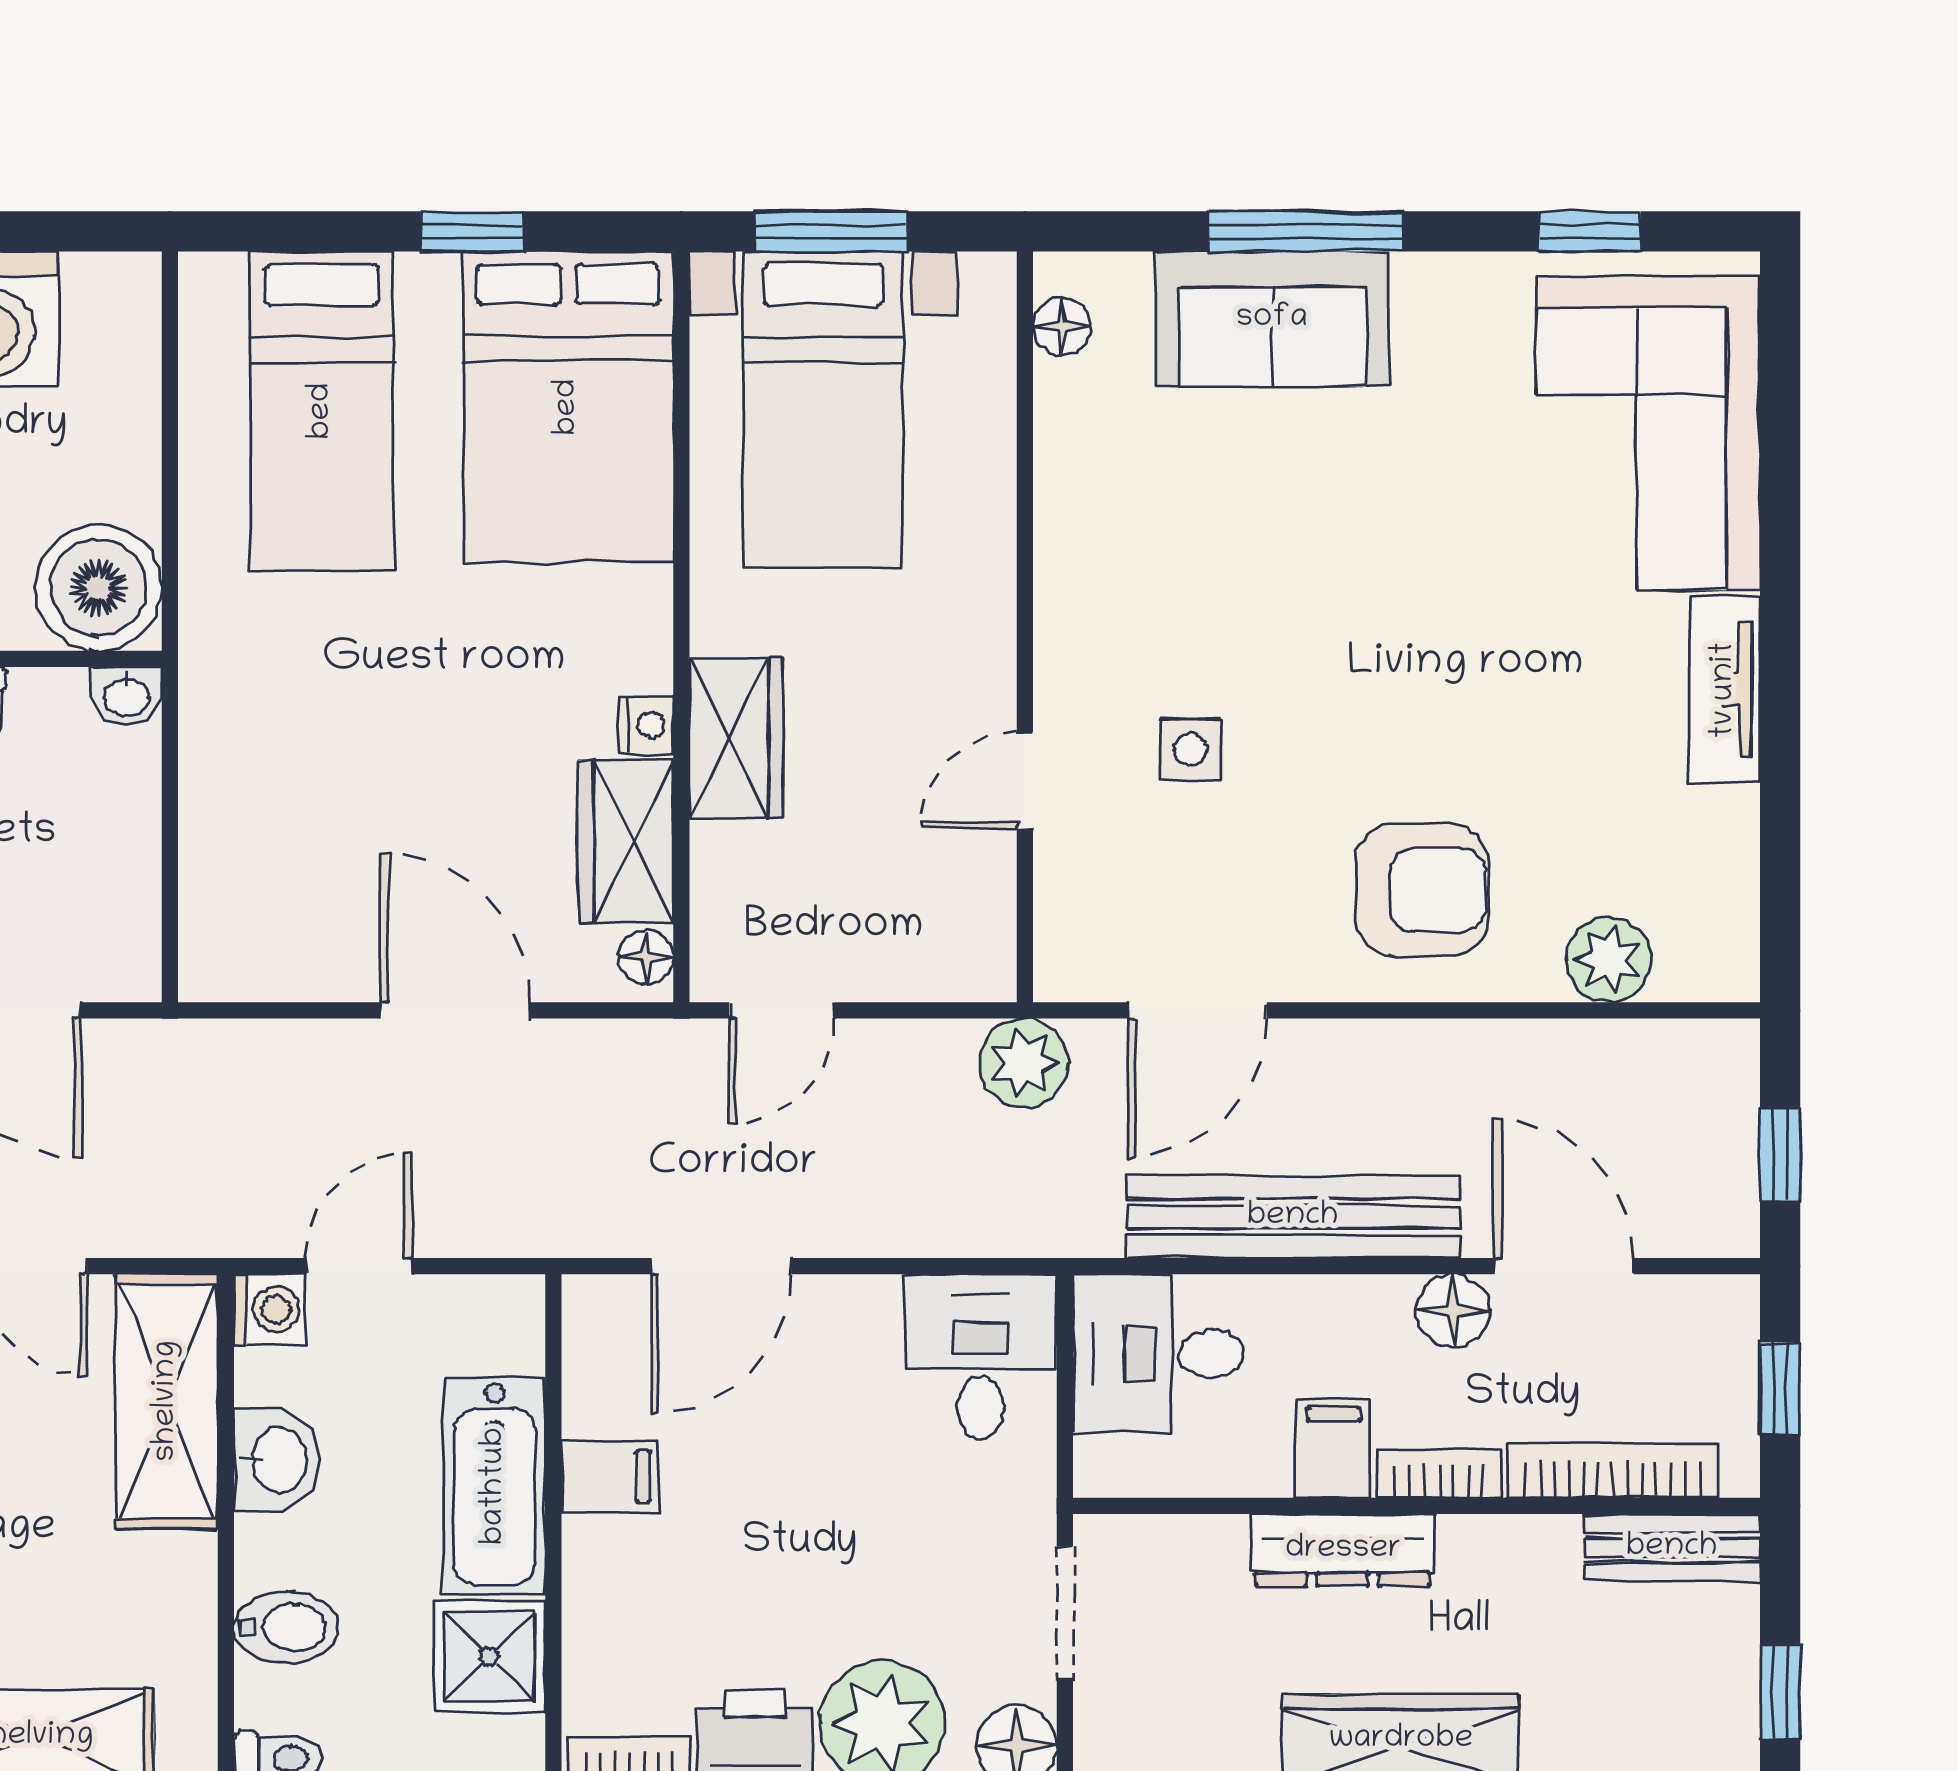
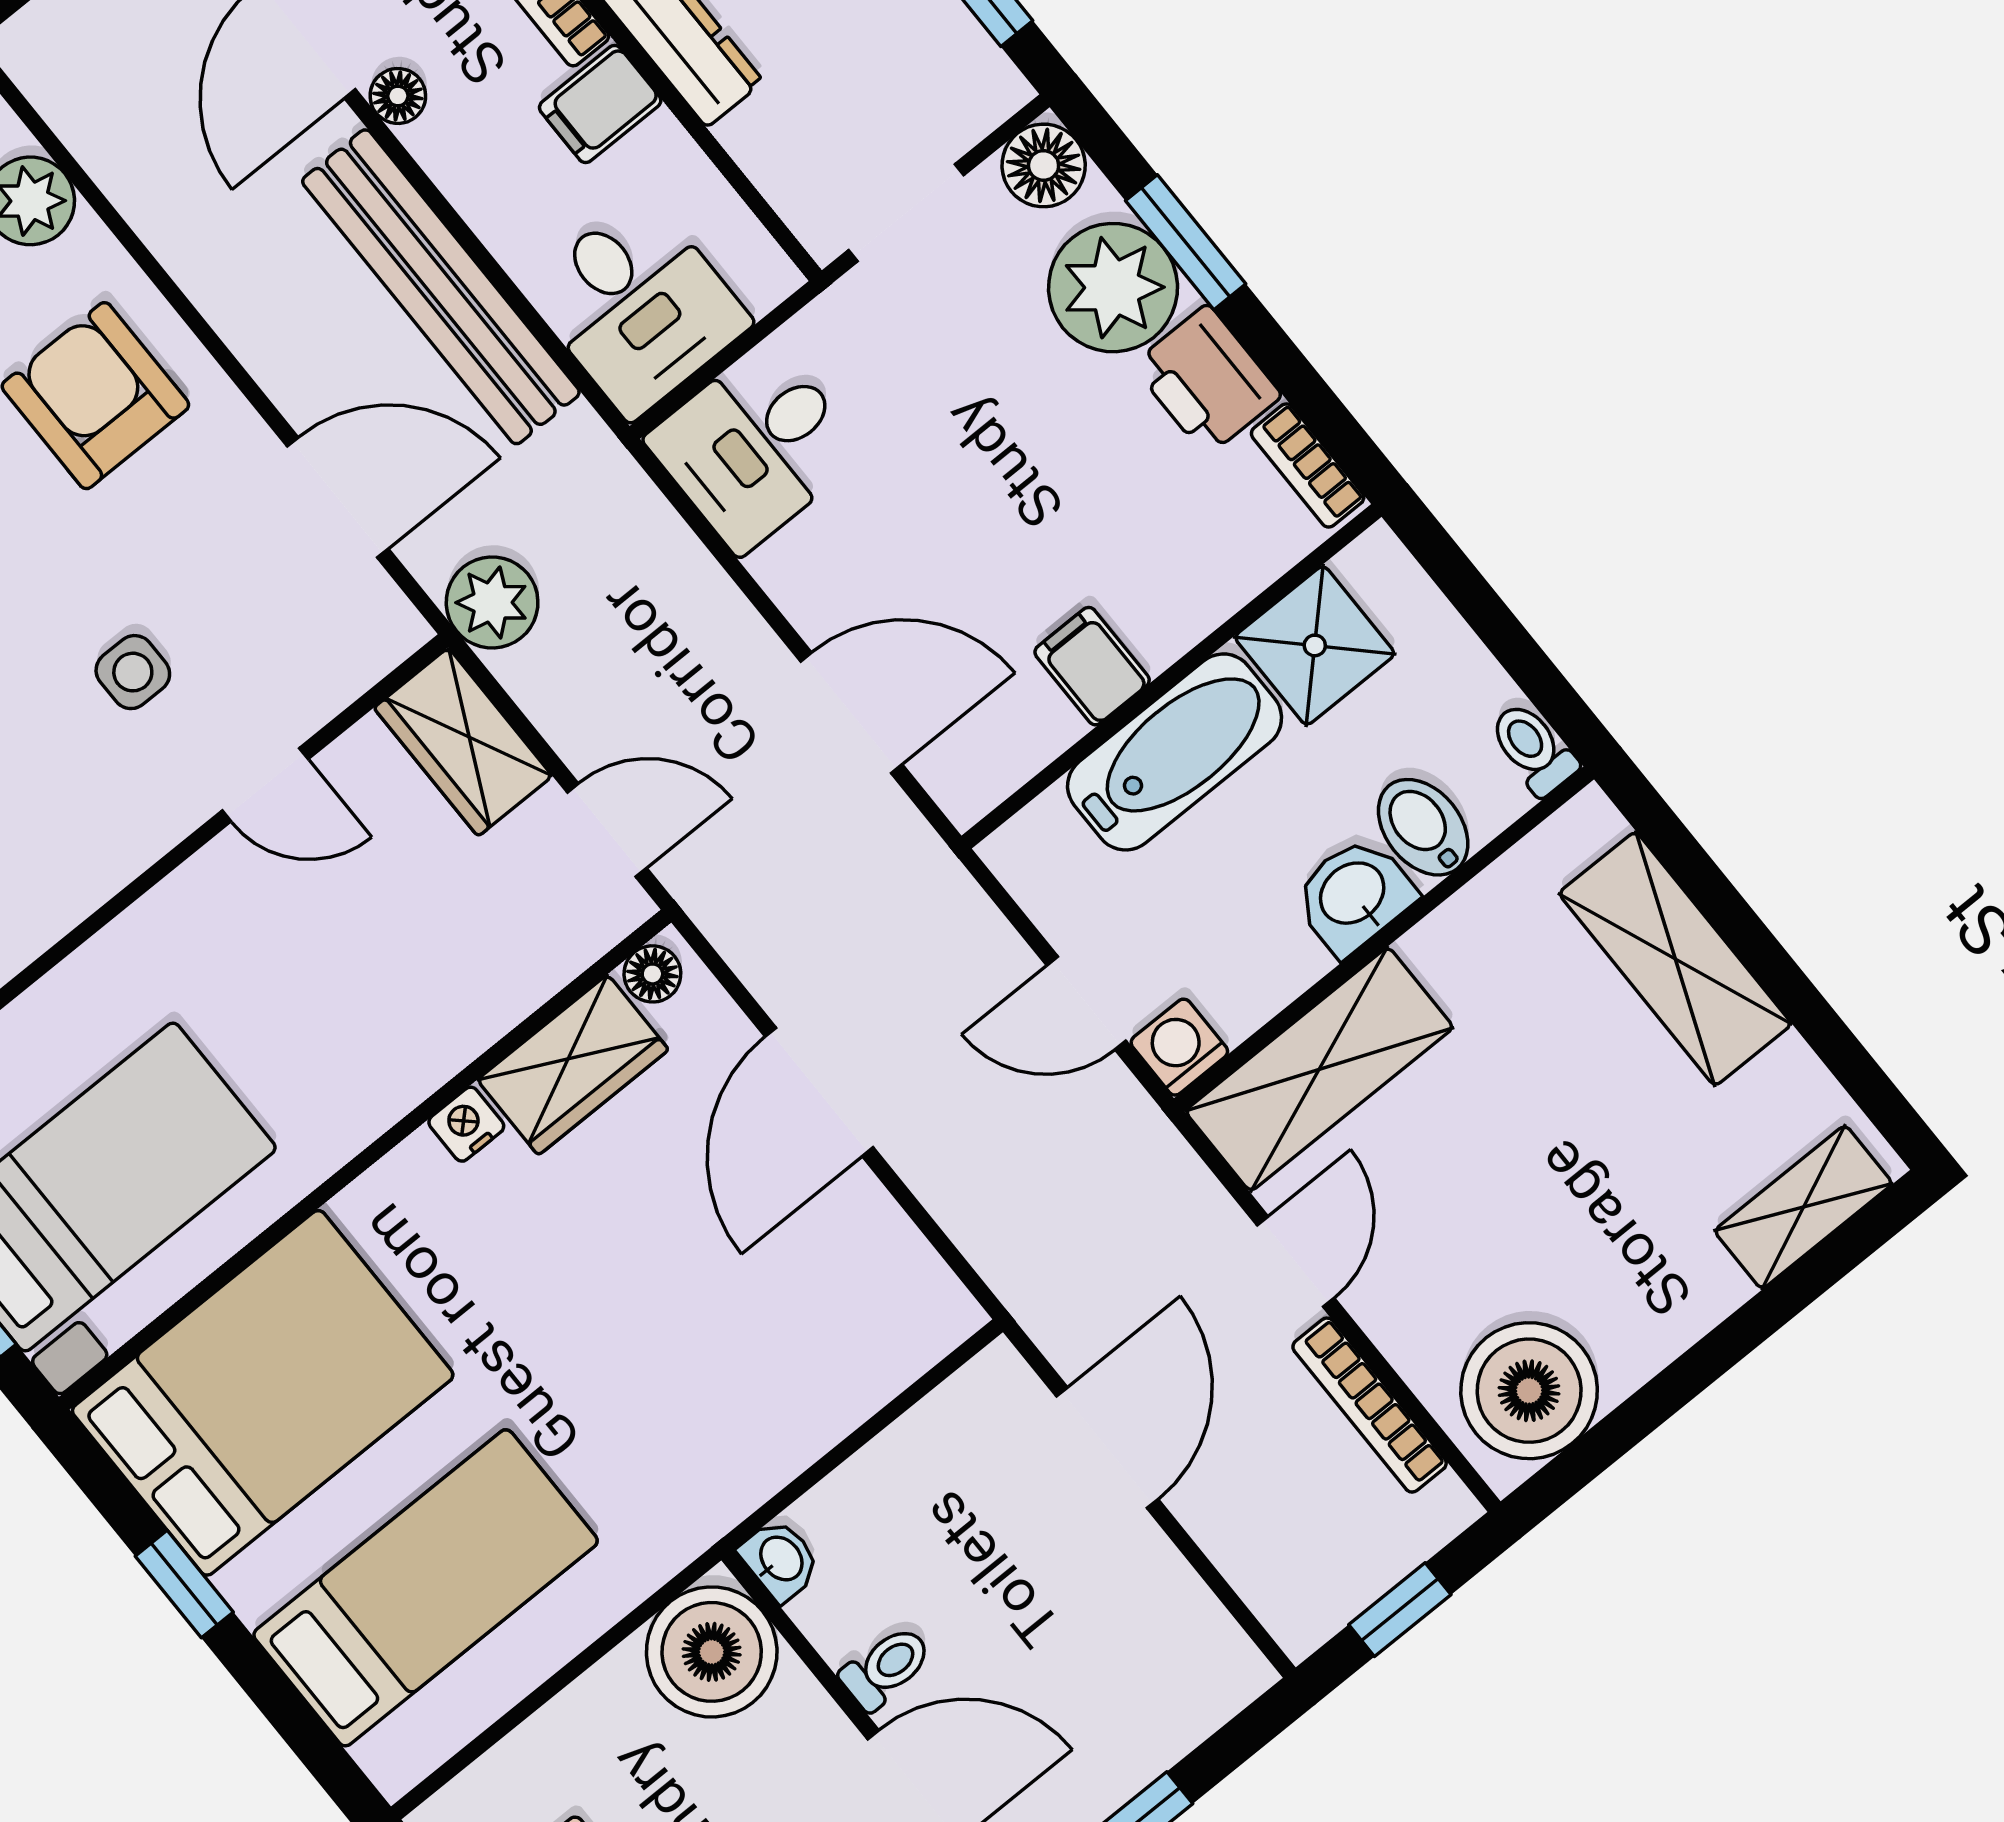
wardrobe: (736, 738) -> (463, 742), moved, turned -90
floor lamp: (1453, 1311) -> (398, 96), width x0.73, depth x0.73
washbasin: (277, 1460) -> (1354, 895), moved

